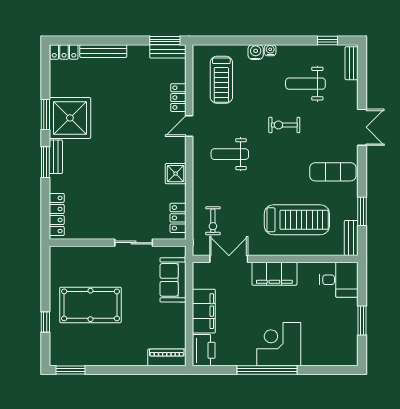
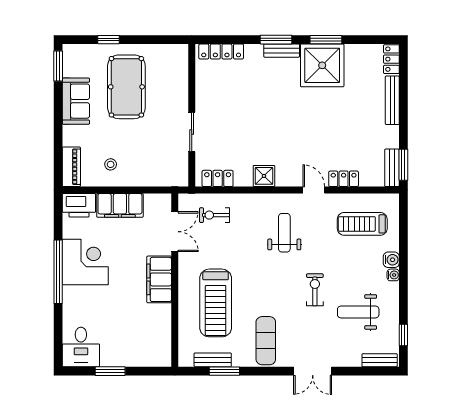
weight bench: (305, 84) -> (358, 312), turned -90
bench: (351, 238) -> (213, 360), moved
sofa: (173, 280) -> (76, 101), moved, turned 90
desk: (339, 280) -> (81, 347), moved
stool: (165, 320) -> (111, 164), added
corner desk: (279, 344) -> (85, 262), moved

